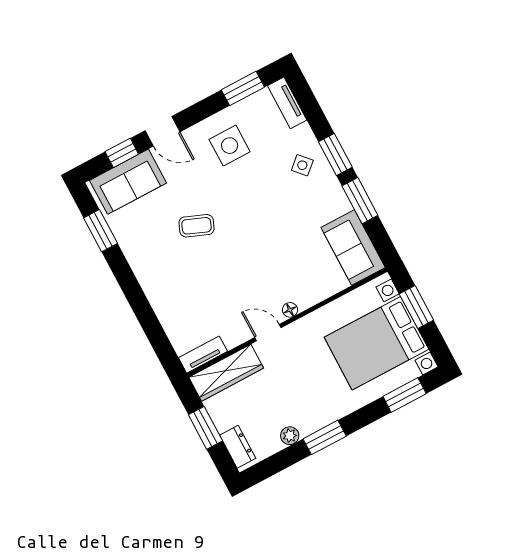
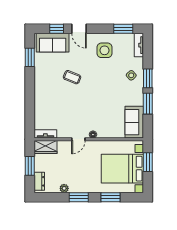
door: (268, 333) -> (78, 139), swing flipped
wardrobe: (226, 373) -> (46, 147), width x0.67
window: (405, 395) -> (111, 197), moved

